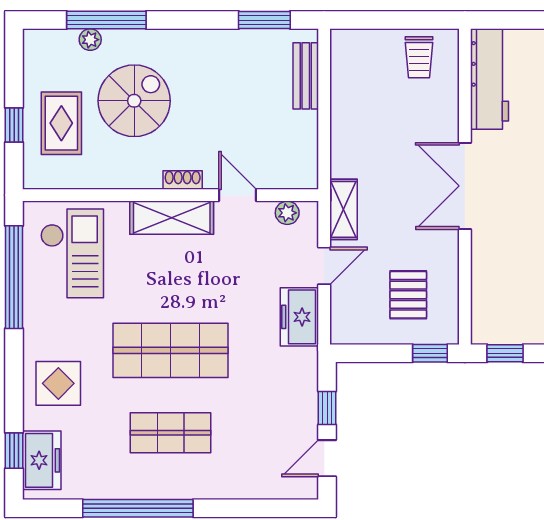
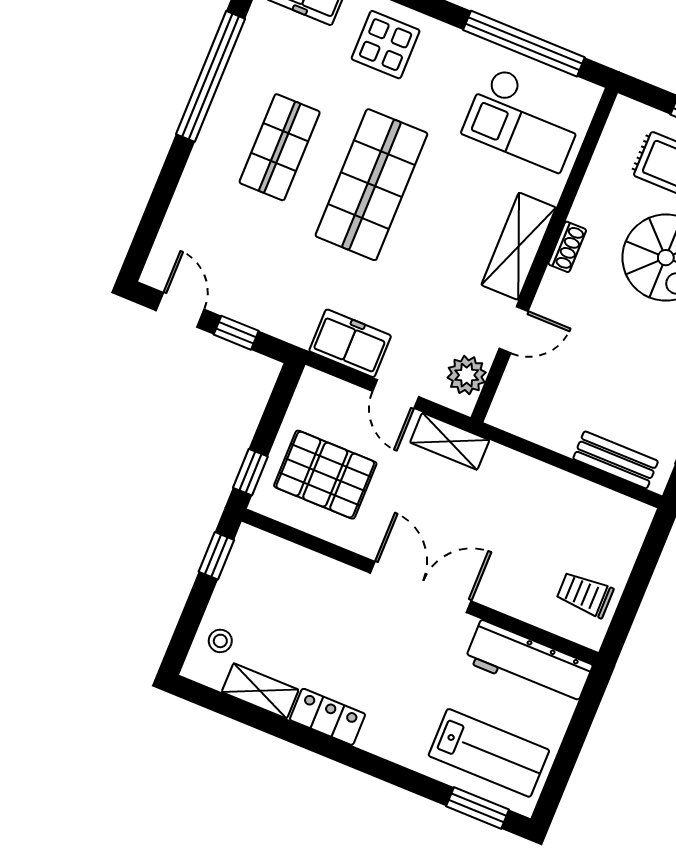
shoe rack: (183, 180) -> (567, 247), moved
plant: (287, 213) -> (467, 375), width x1.38, depth x1.38
pallet: (408, 295) -> (325, 475), width x1.50, depth x1.42

